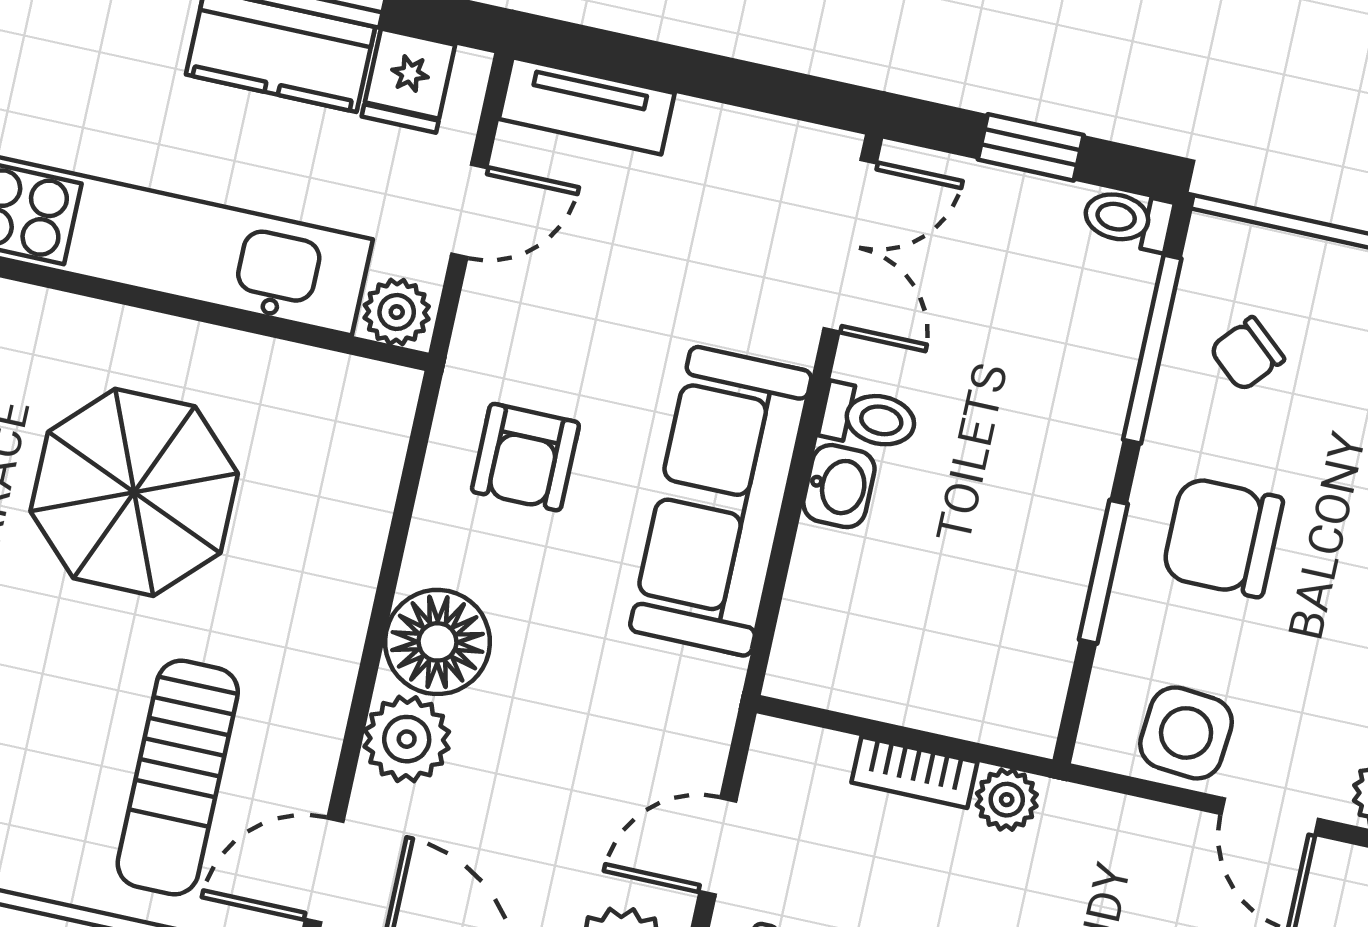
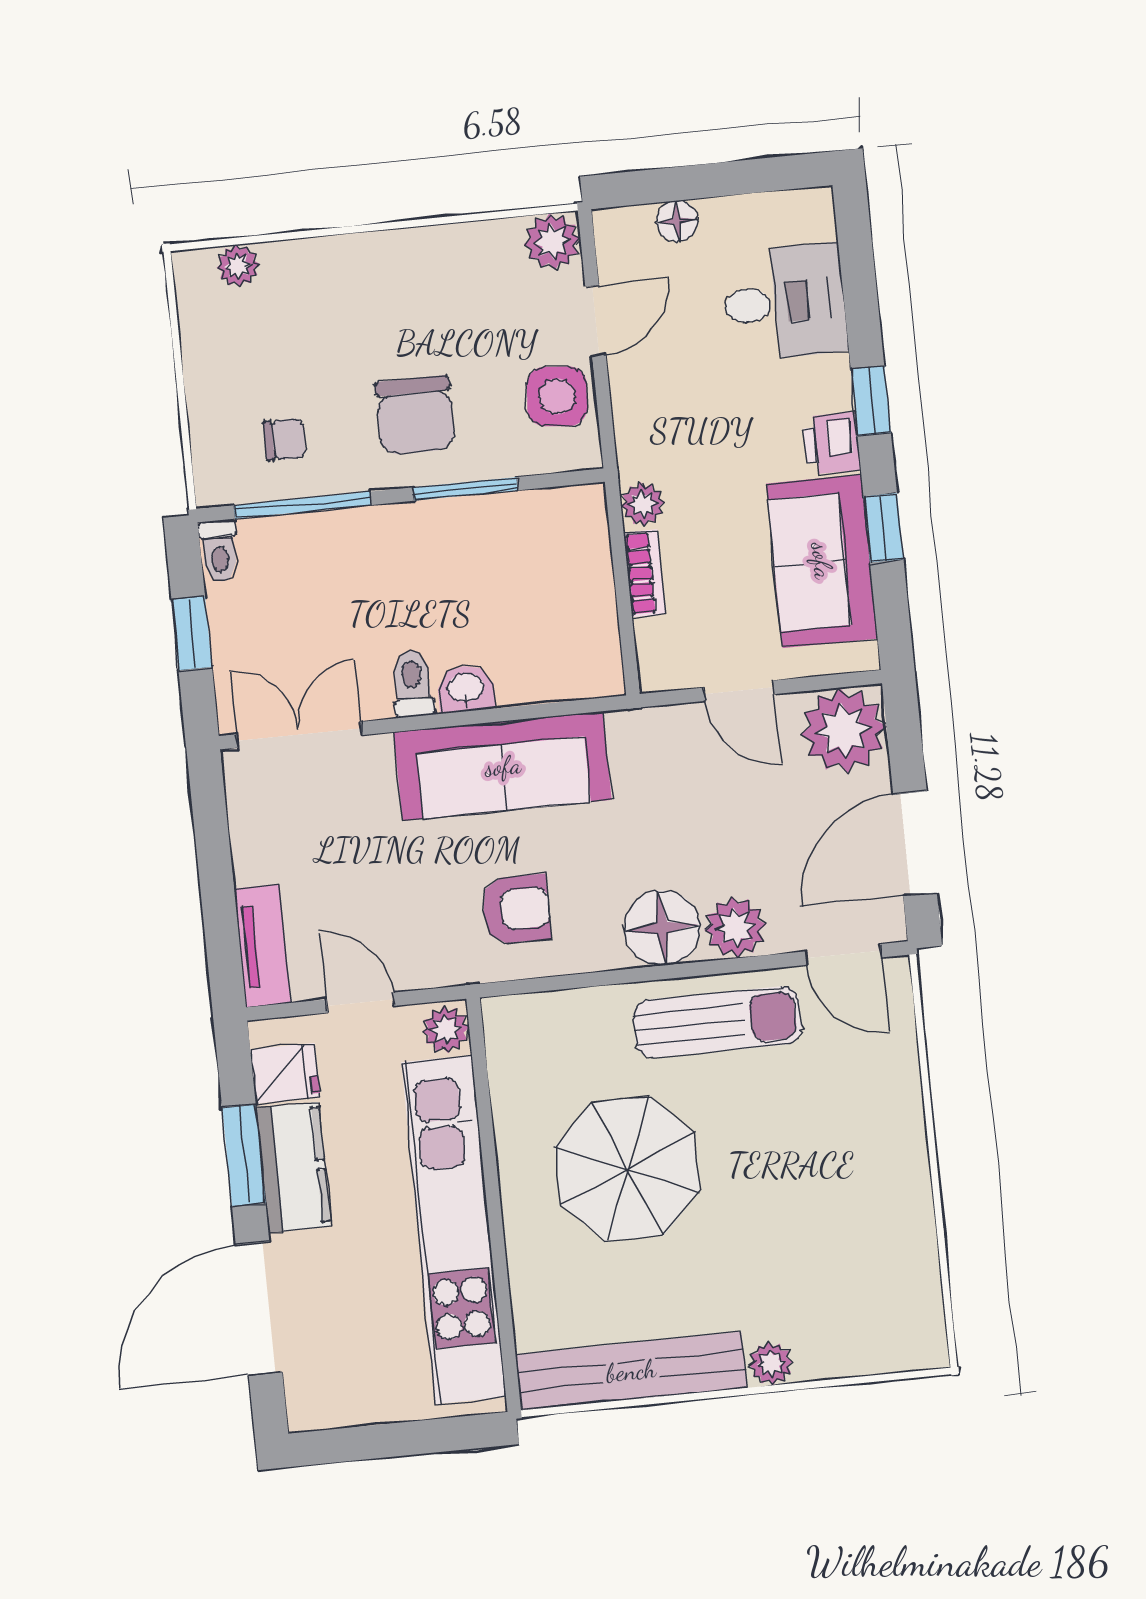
chair: (1247, 354) -> (285, 439), turned -41
sun lounger: (178, 778) -> (717, 1022), moved

